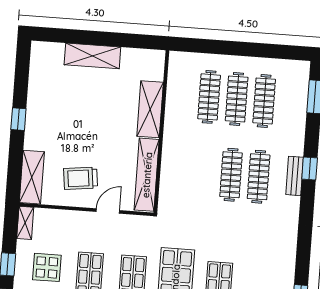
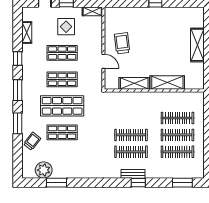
shelving: (147, 175) -> (134, 83), width x0.68
shelving: (32, 177) -> (121, 13), removed

